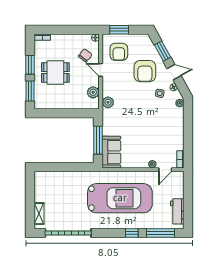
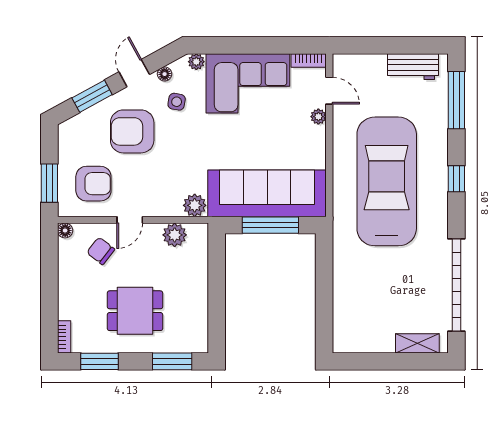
window: (30, 65) -> (99, 361), moved
armchair: (145, 71) -> (132, 131), turned 180
dining table: (55, 73) -> (135, 311), turned 90
corner sofa: (169, 129) -> (248, 83), added
sofa: (111, 152) -> (267, 193), width x1.85, depth x1.27
window: (132, 233) -> (456, 179), moved

